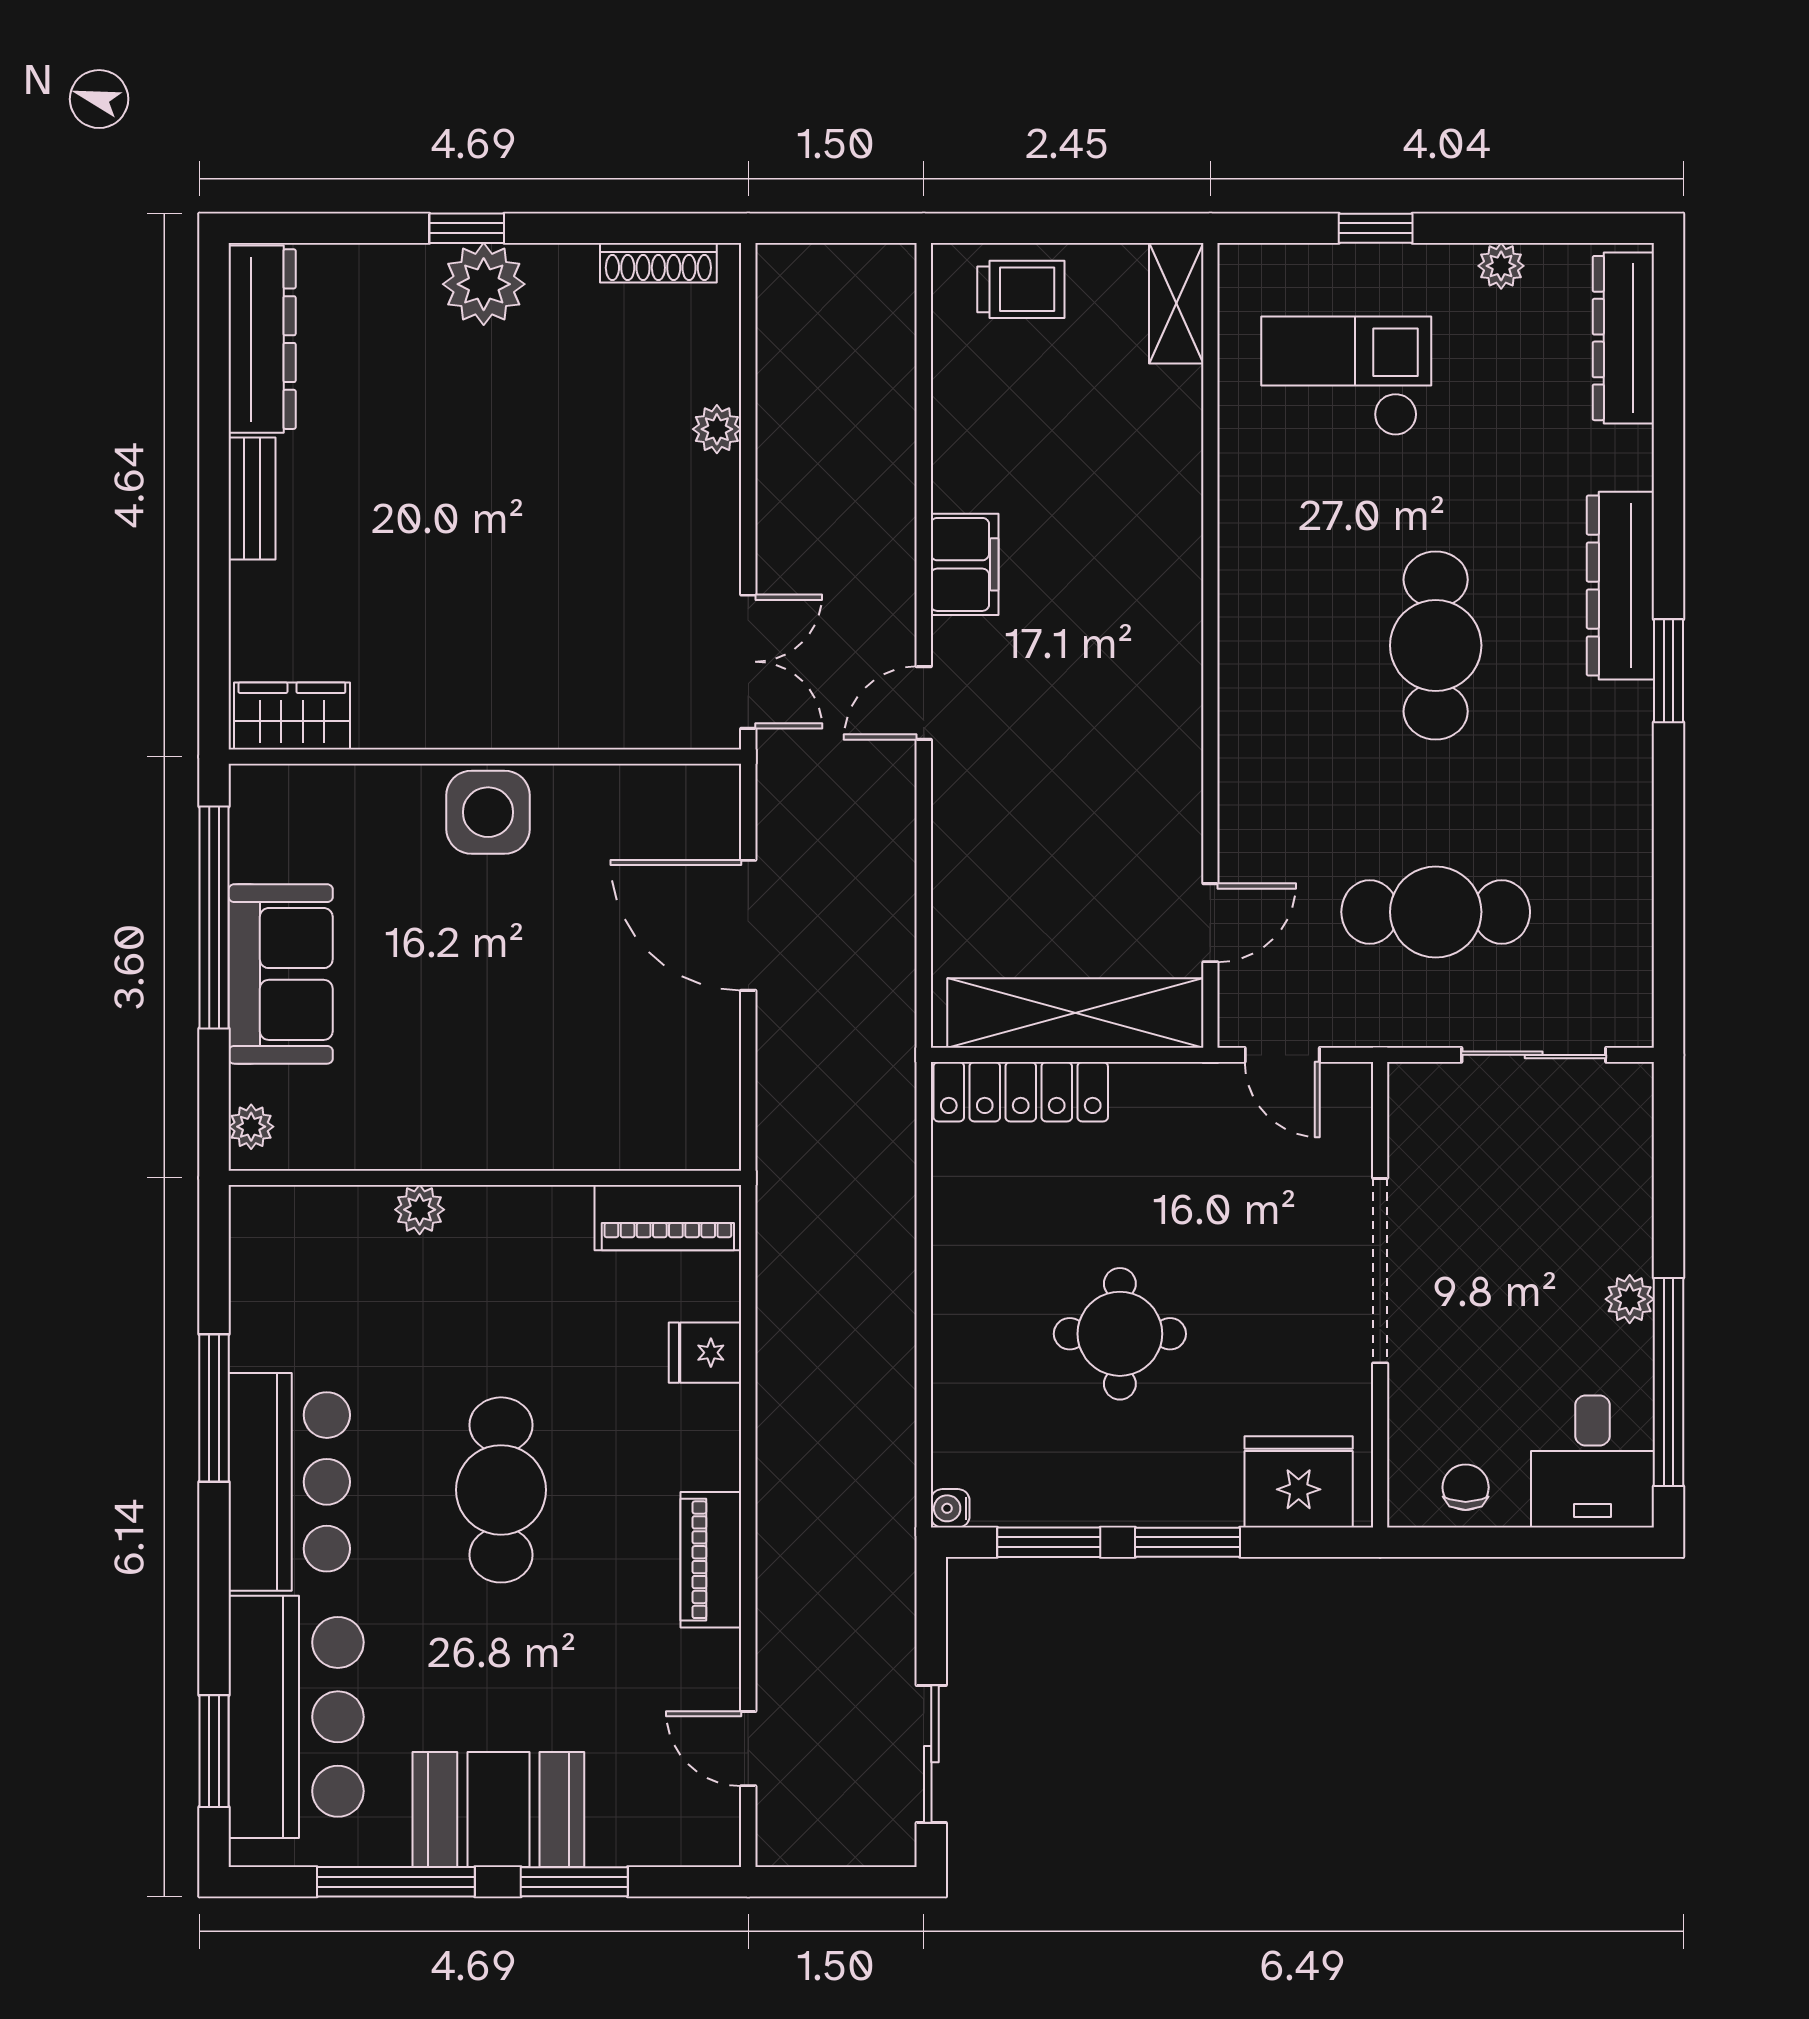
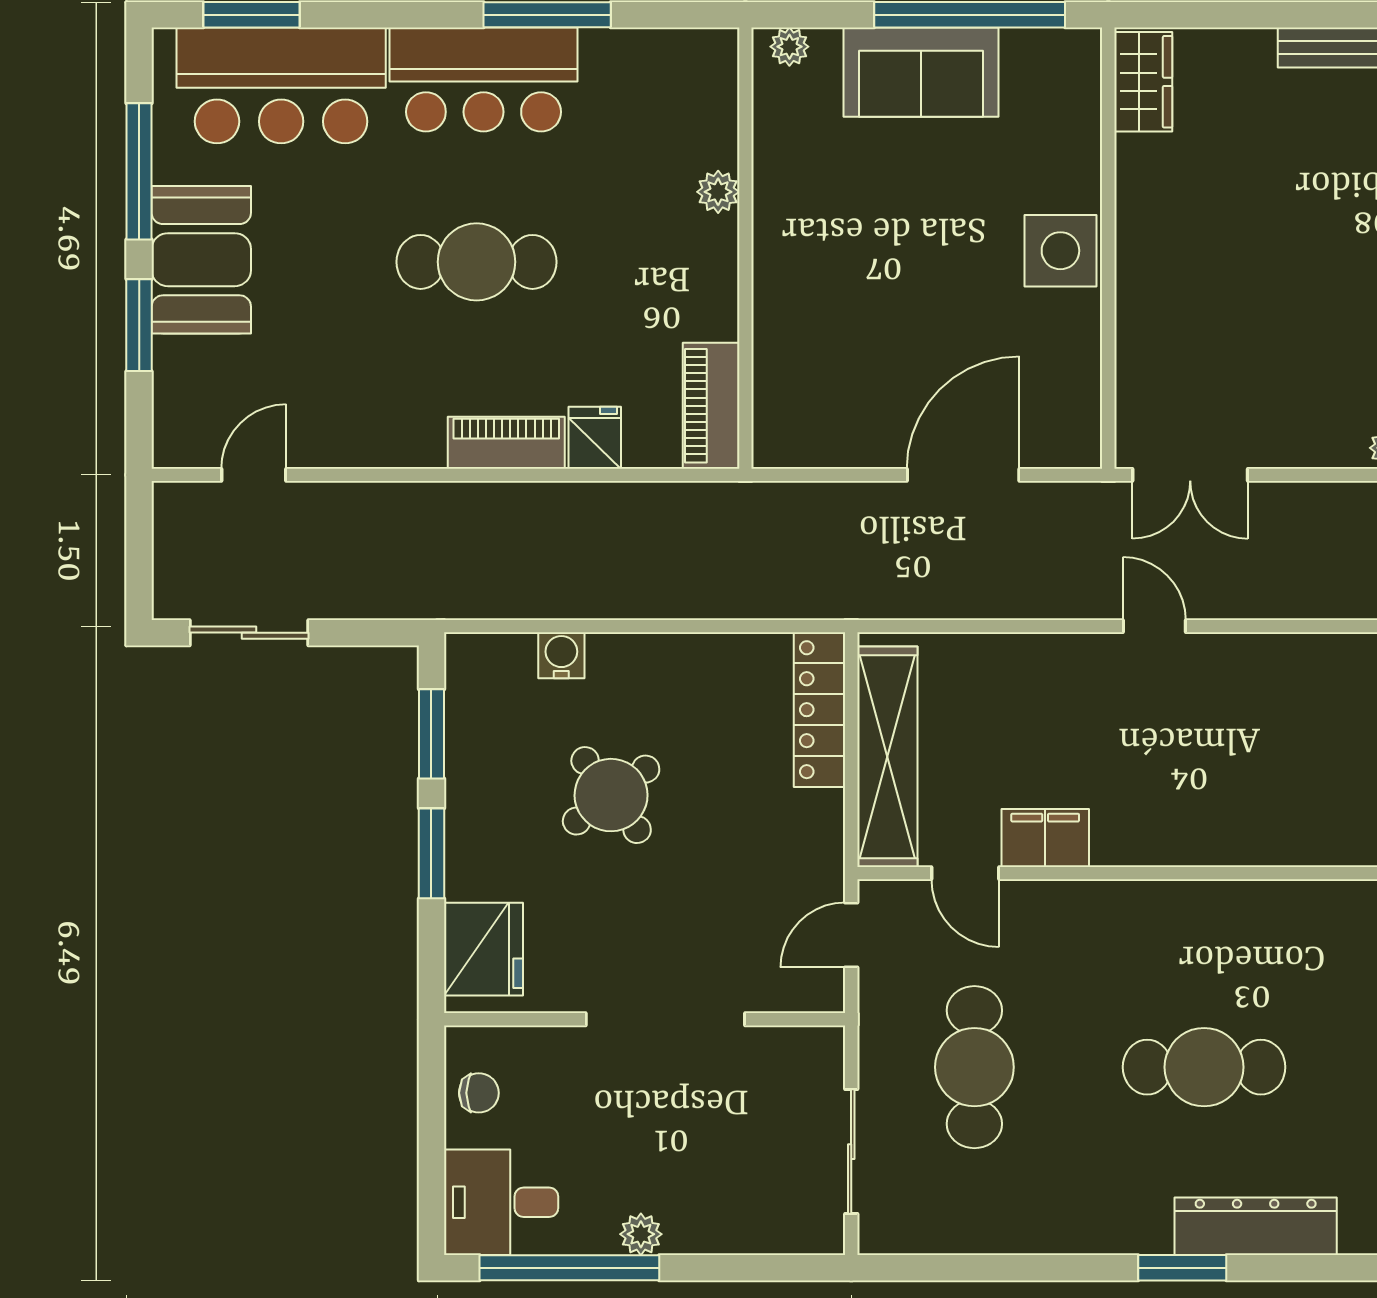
filing cabinet: (965, 564) -> (1045, 838), moved, turned 180
round table: (1120, 1334) -> (611, 795), turned -37
water cooler: (950, 1508) -> (561, 655), moved, width x1.38, depth x1.38
piano: (711, 1560) -> (506, 443), moved

